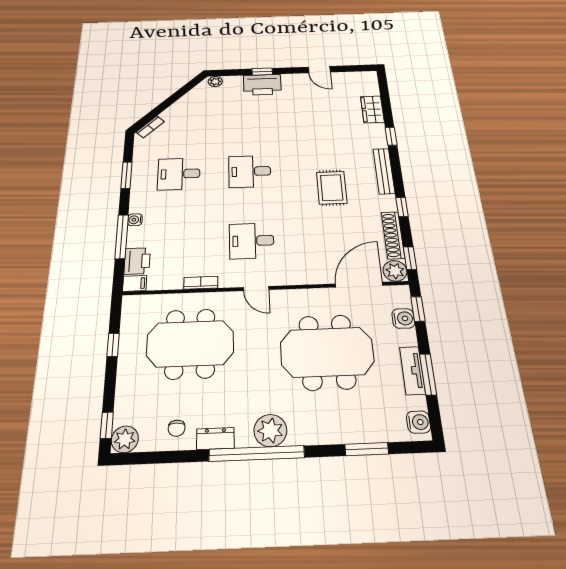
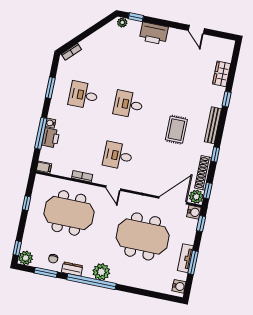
window: (262, 72) -> (136, 17), moved
printer: (137, 261) -> (51, 138), moved
water cooler: (403, 318) -> (194, 212), moved
window: (367, 449) -> (46, 272), moved

